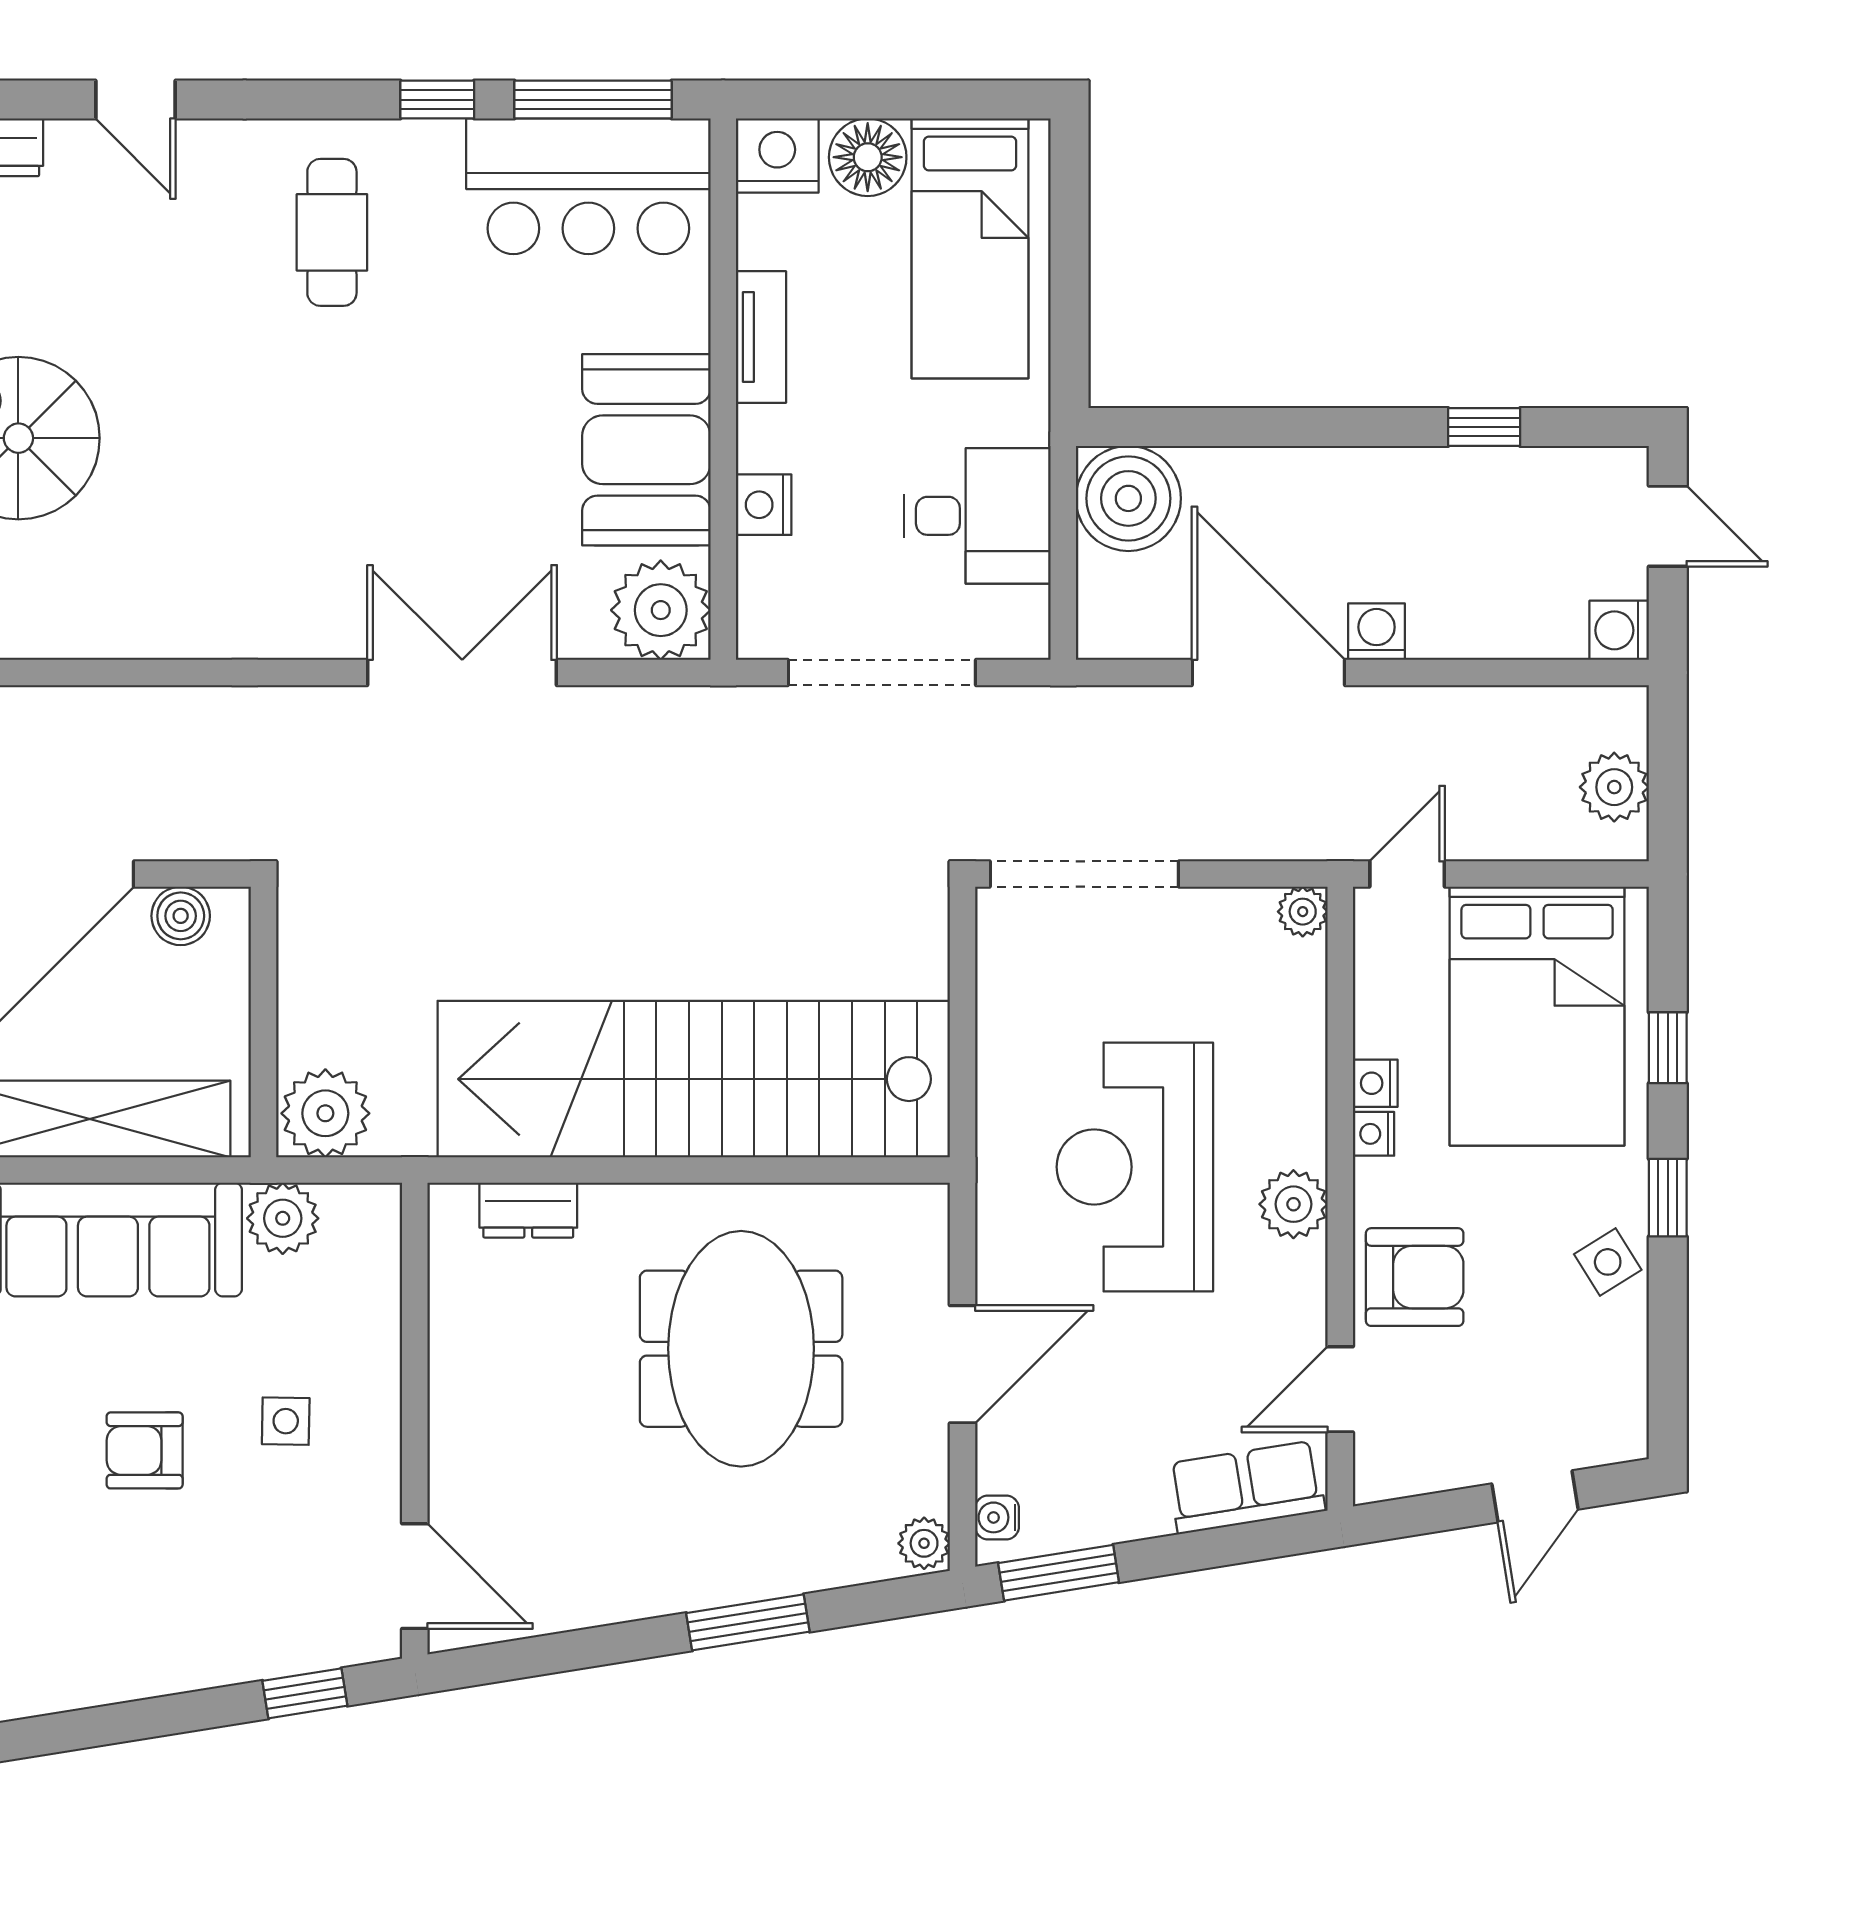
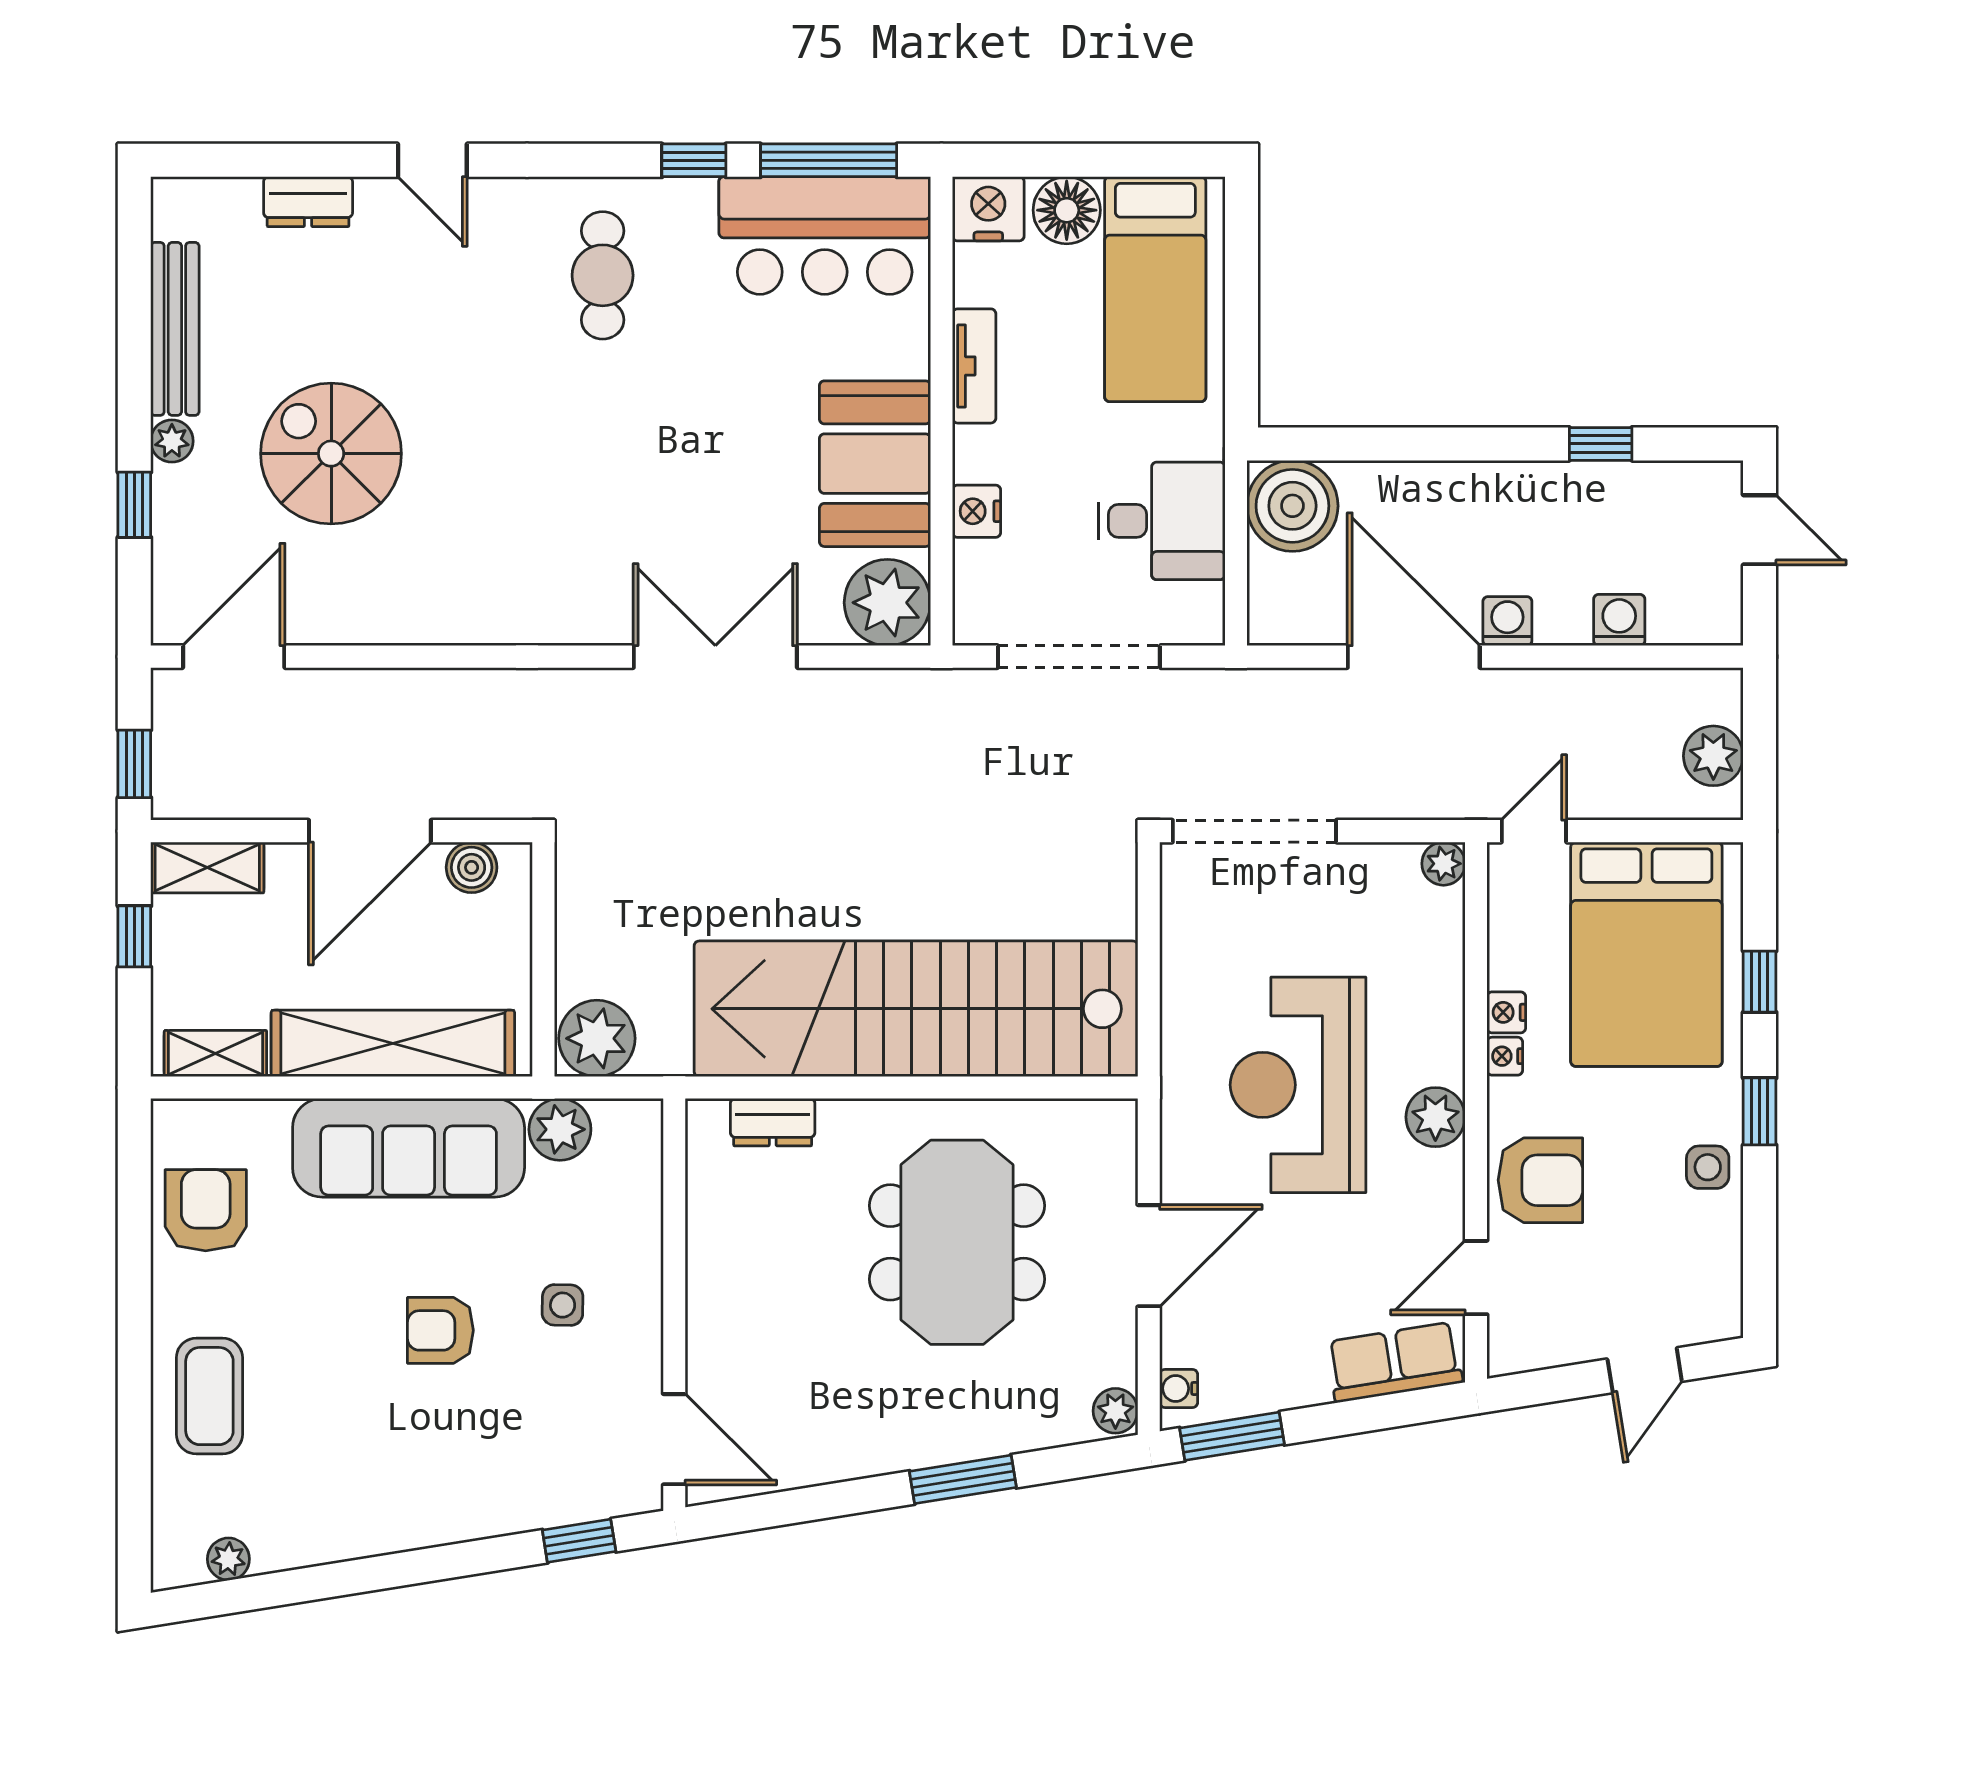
washing machine: (1619, 630) -> (1619, 620), moved, turned 90
side table: (1608, 1262) -> (1708, 1167), turned 32

